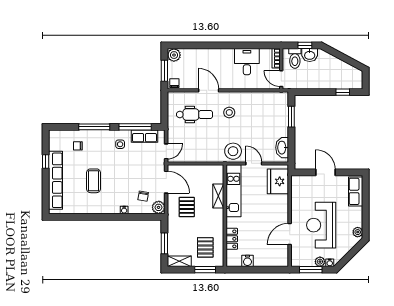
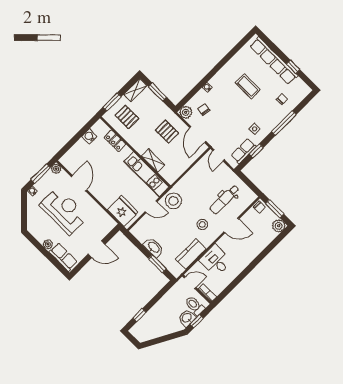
desk: (247, 62) -> (216, 261), moved, turned 180
kitchen counter: (260, 99) -> (191, 254), added
window: (135, 127) -> (256, 151), width x0.46
washbasin: (282, 148) -> (154, 247), moved
door: (166, 182) -> (198, 135), hinge flipped
plant: (358, 232) -> (48, 244), moved
plant: (320, 262) -> (56, 169), moved

